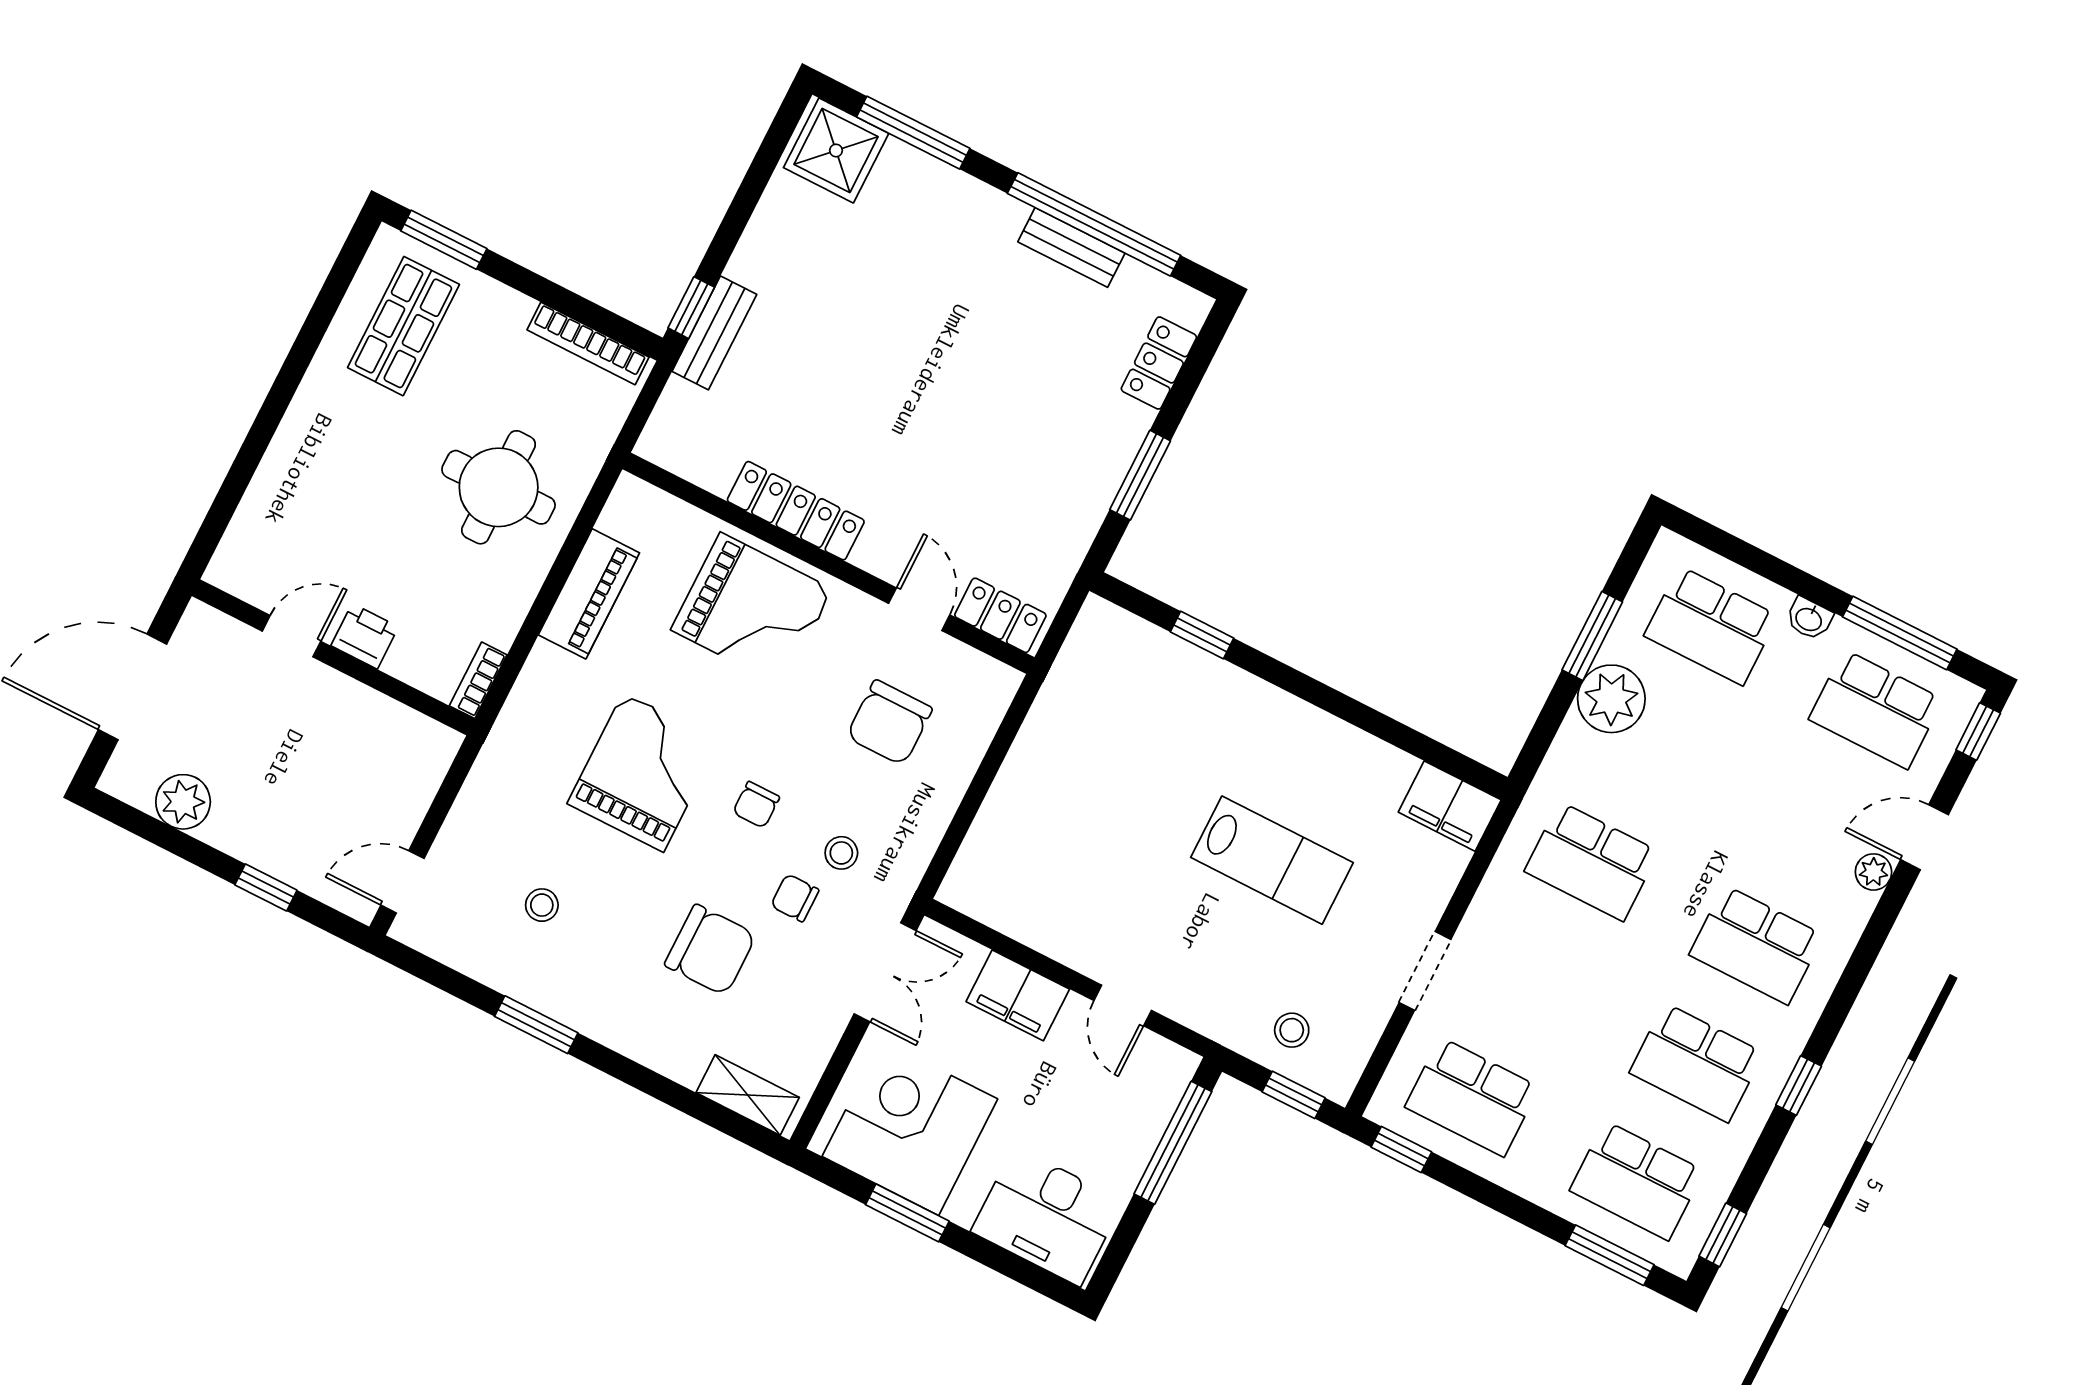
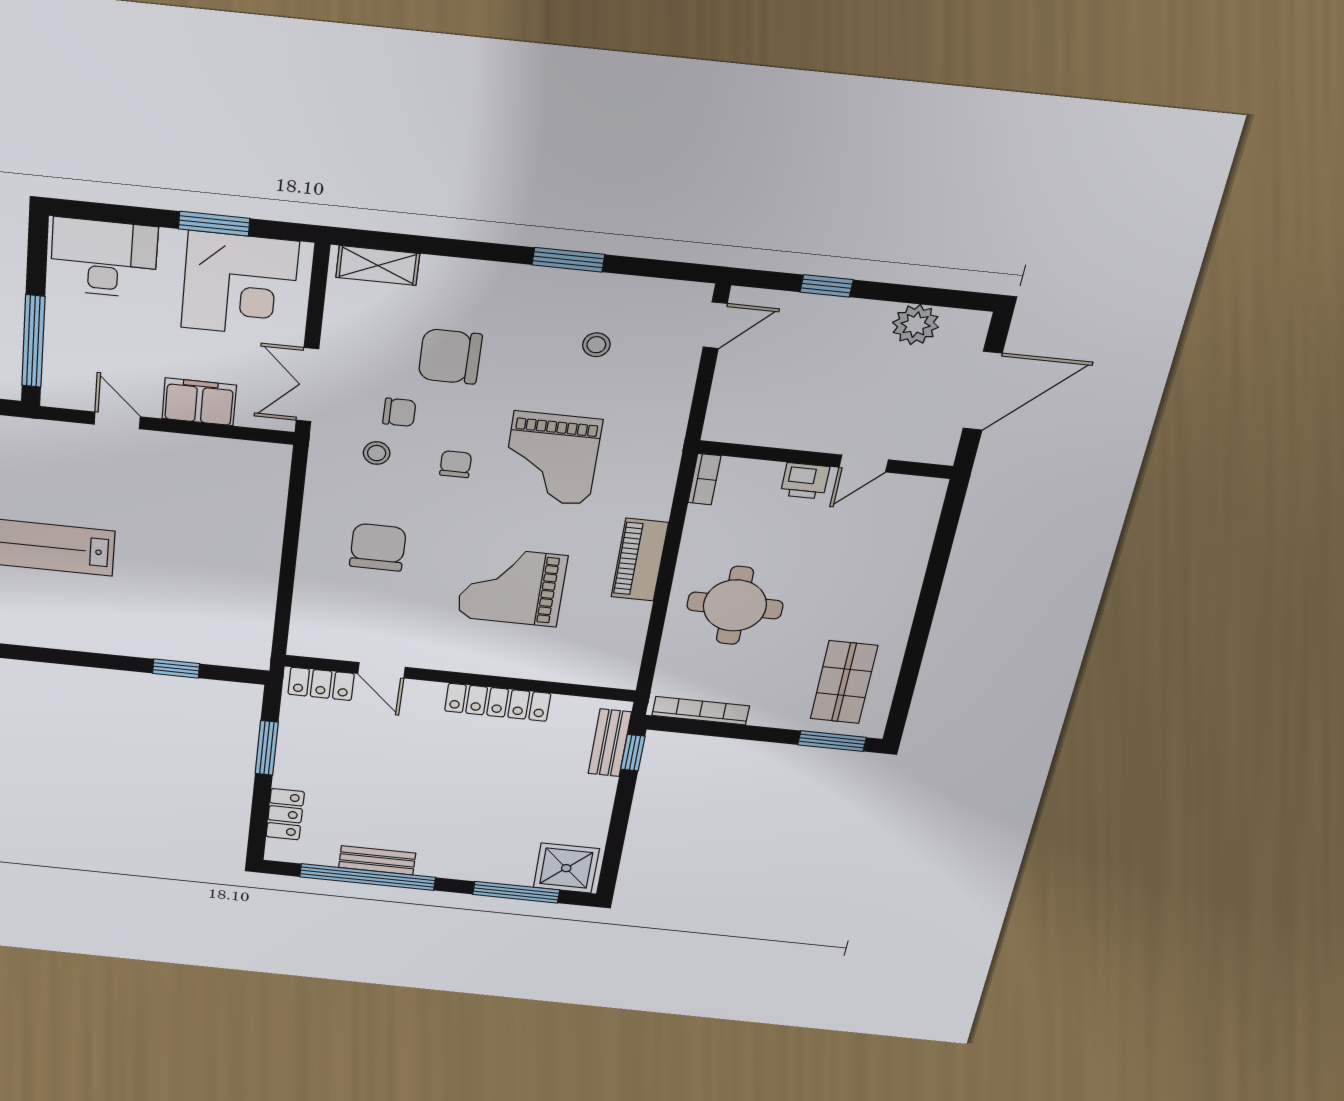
locker: (796, 511) -> (498, 702), moved
wall: (828, 563) -> (460, 678), moved
door: (919, 609) -> (381, 670), moved
locker: (1000, 615) -> (321, 684), moved

